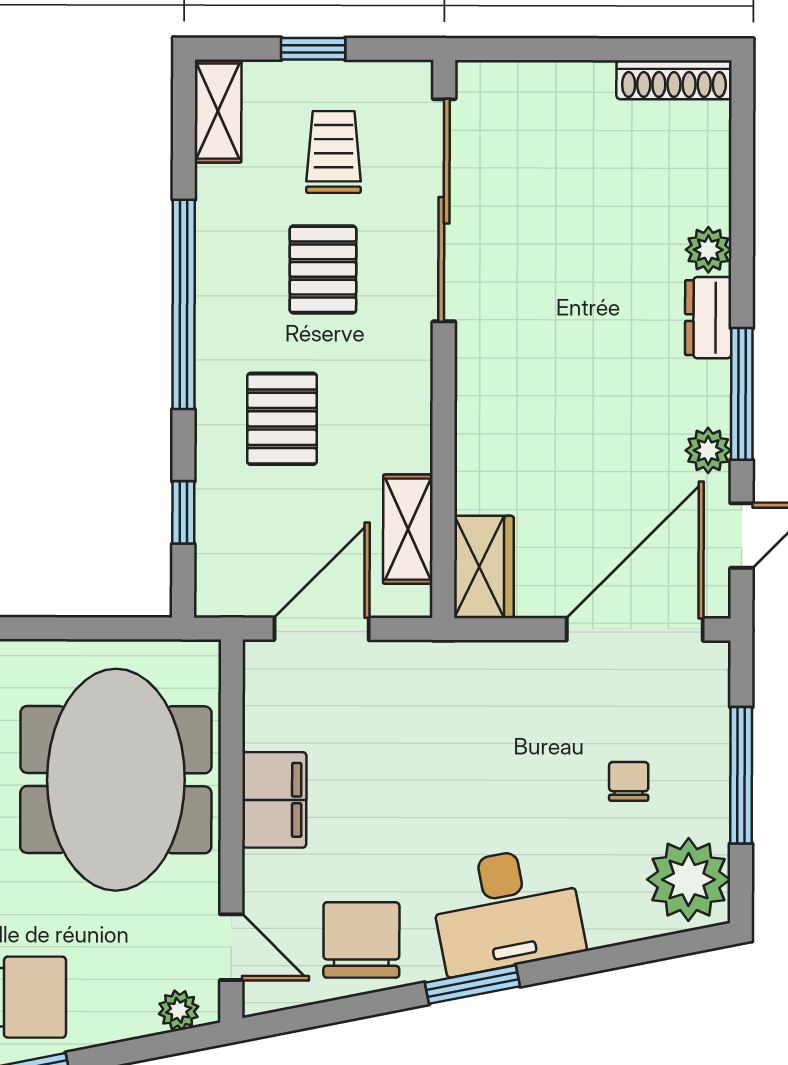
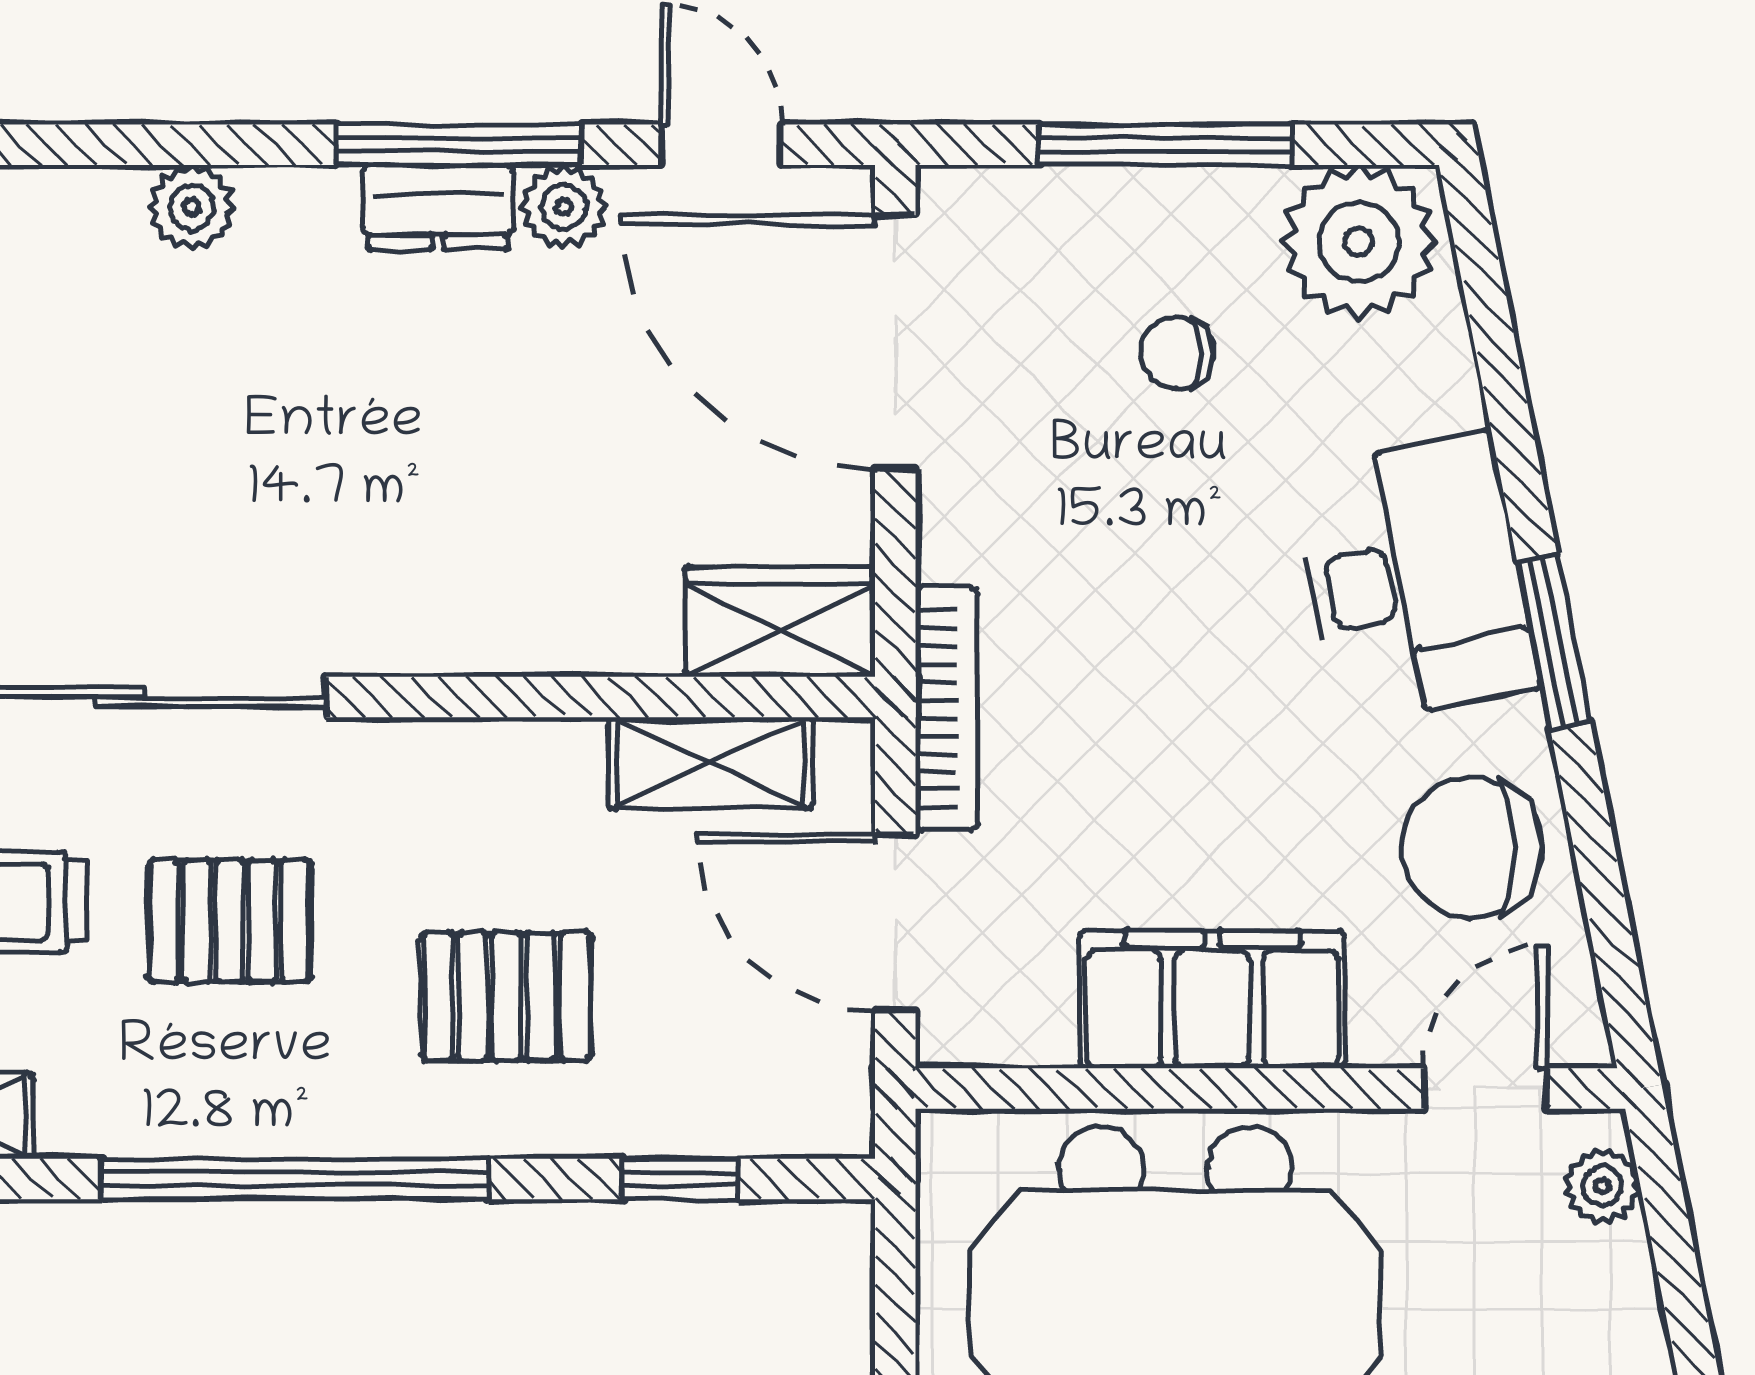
dresser: (708, 318) -> (438, 207), moved
bookcase: (437, 657) -> (946, 709), added
filing cabinet: (274, 800) -> (1212, 999), width x1.50, depth x1.17

